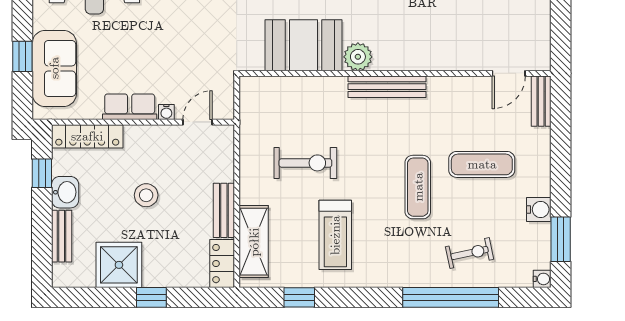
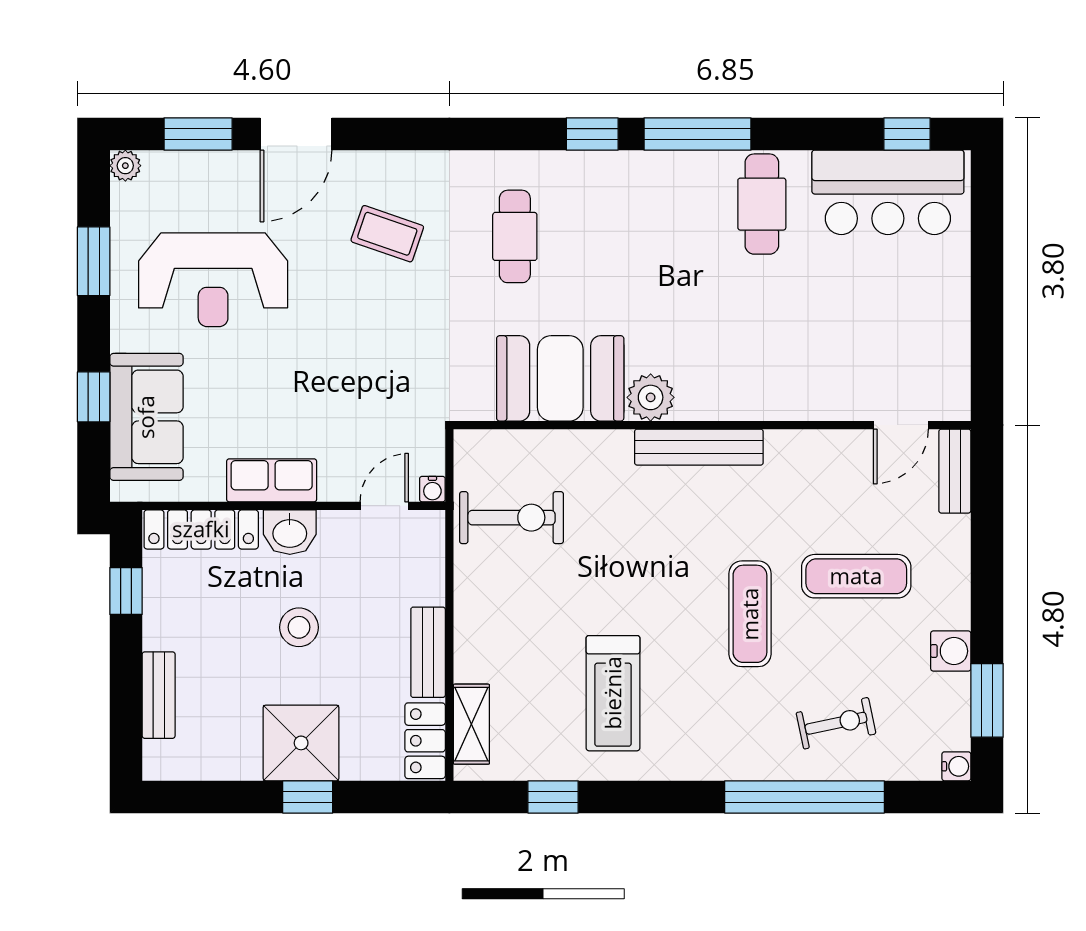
water cooler: (166, 112) -> (432, 489), moved
exercise bike: (305, 163) -> (512, 518), moved
washbasin: (65, 192) -> (290, 532), moved, turned 90
shelving: (254, 242) -> (471, 724), width x0.67, depth x0.75
shower: (119, 265) -> (301, 743), moved

